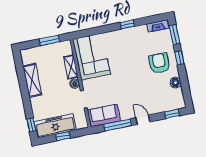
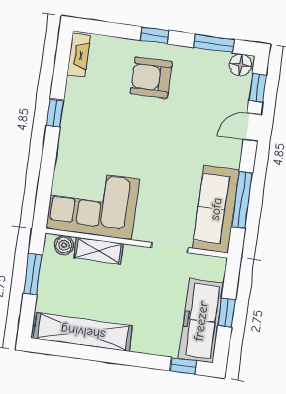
window: (175, 35) -> (214, 43), moved
shelving: (32, 80) -> (83, 332), width x1.47
floor lamp: (176, 83) -> (240, 65), moved
boiler: (75, 84) -> (64, 245), moved
sofa: (104, 116) -> (216, 209), width x1.36
door: (143, 120) -> (252, 127), moved

